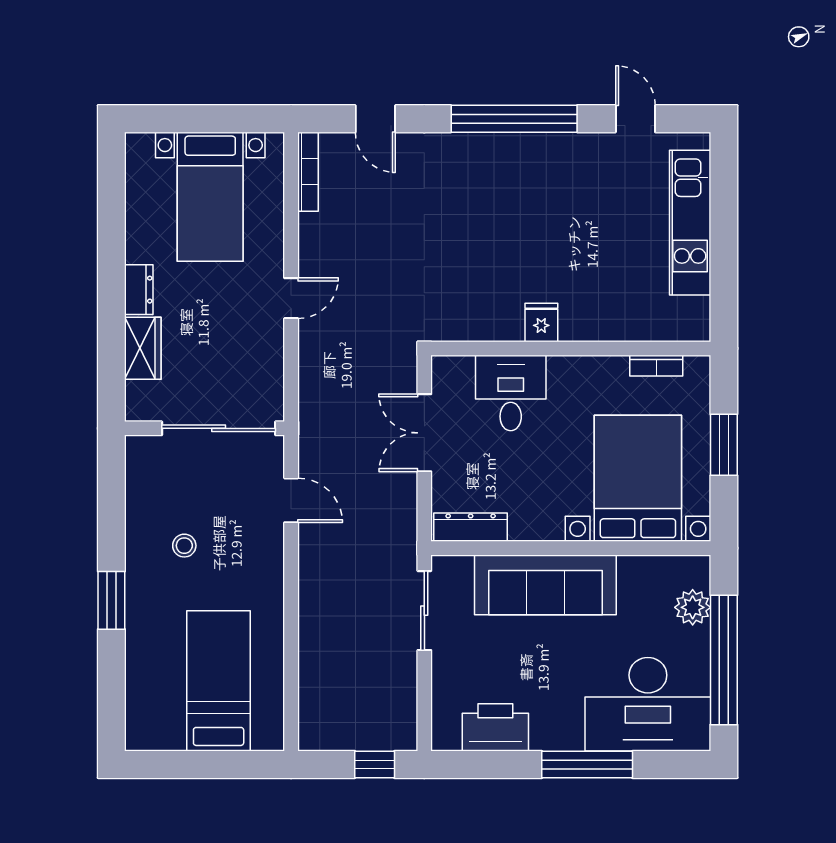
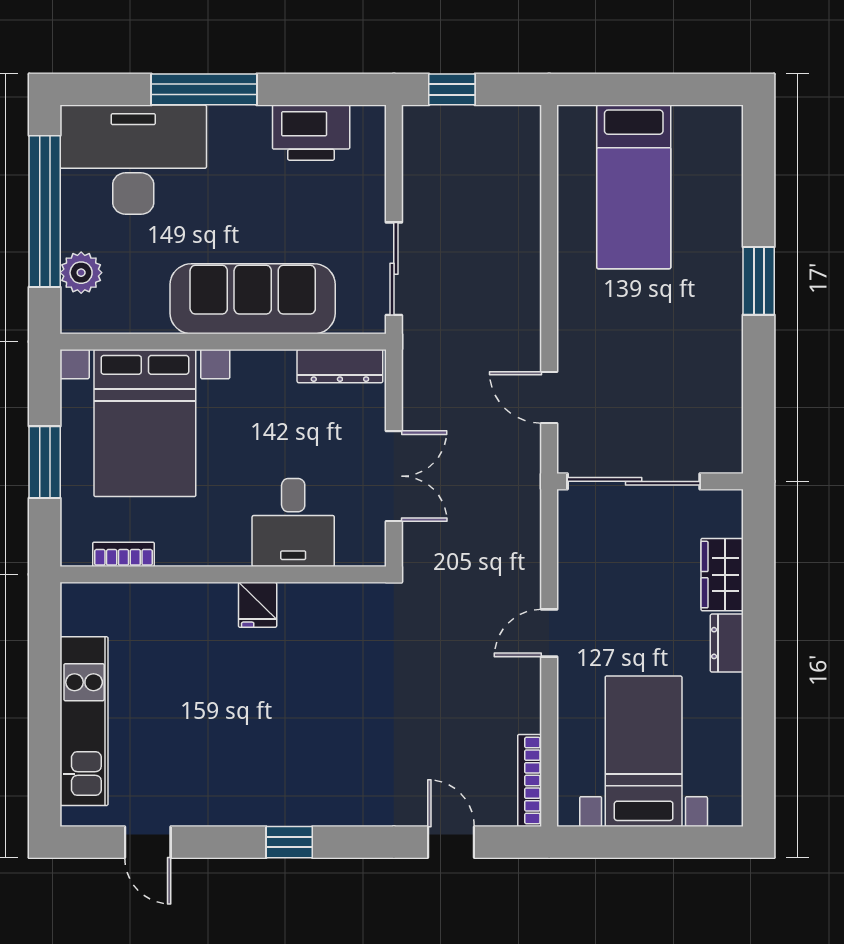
window: (514, 119) -> (289, 842), width x0.32
stool: (184, 546) -> (674, 345), removed

